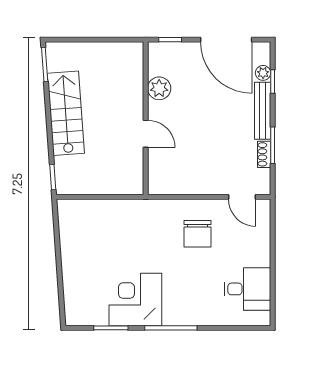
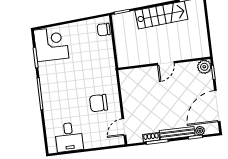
plant: (159, 88) -> (204, 67), moved
door: (146, 134) -> (166, 63), moved
chair: (78, 211) -> (104, 30), added
corner desk: (135, 300) -> (51, 44), moved

